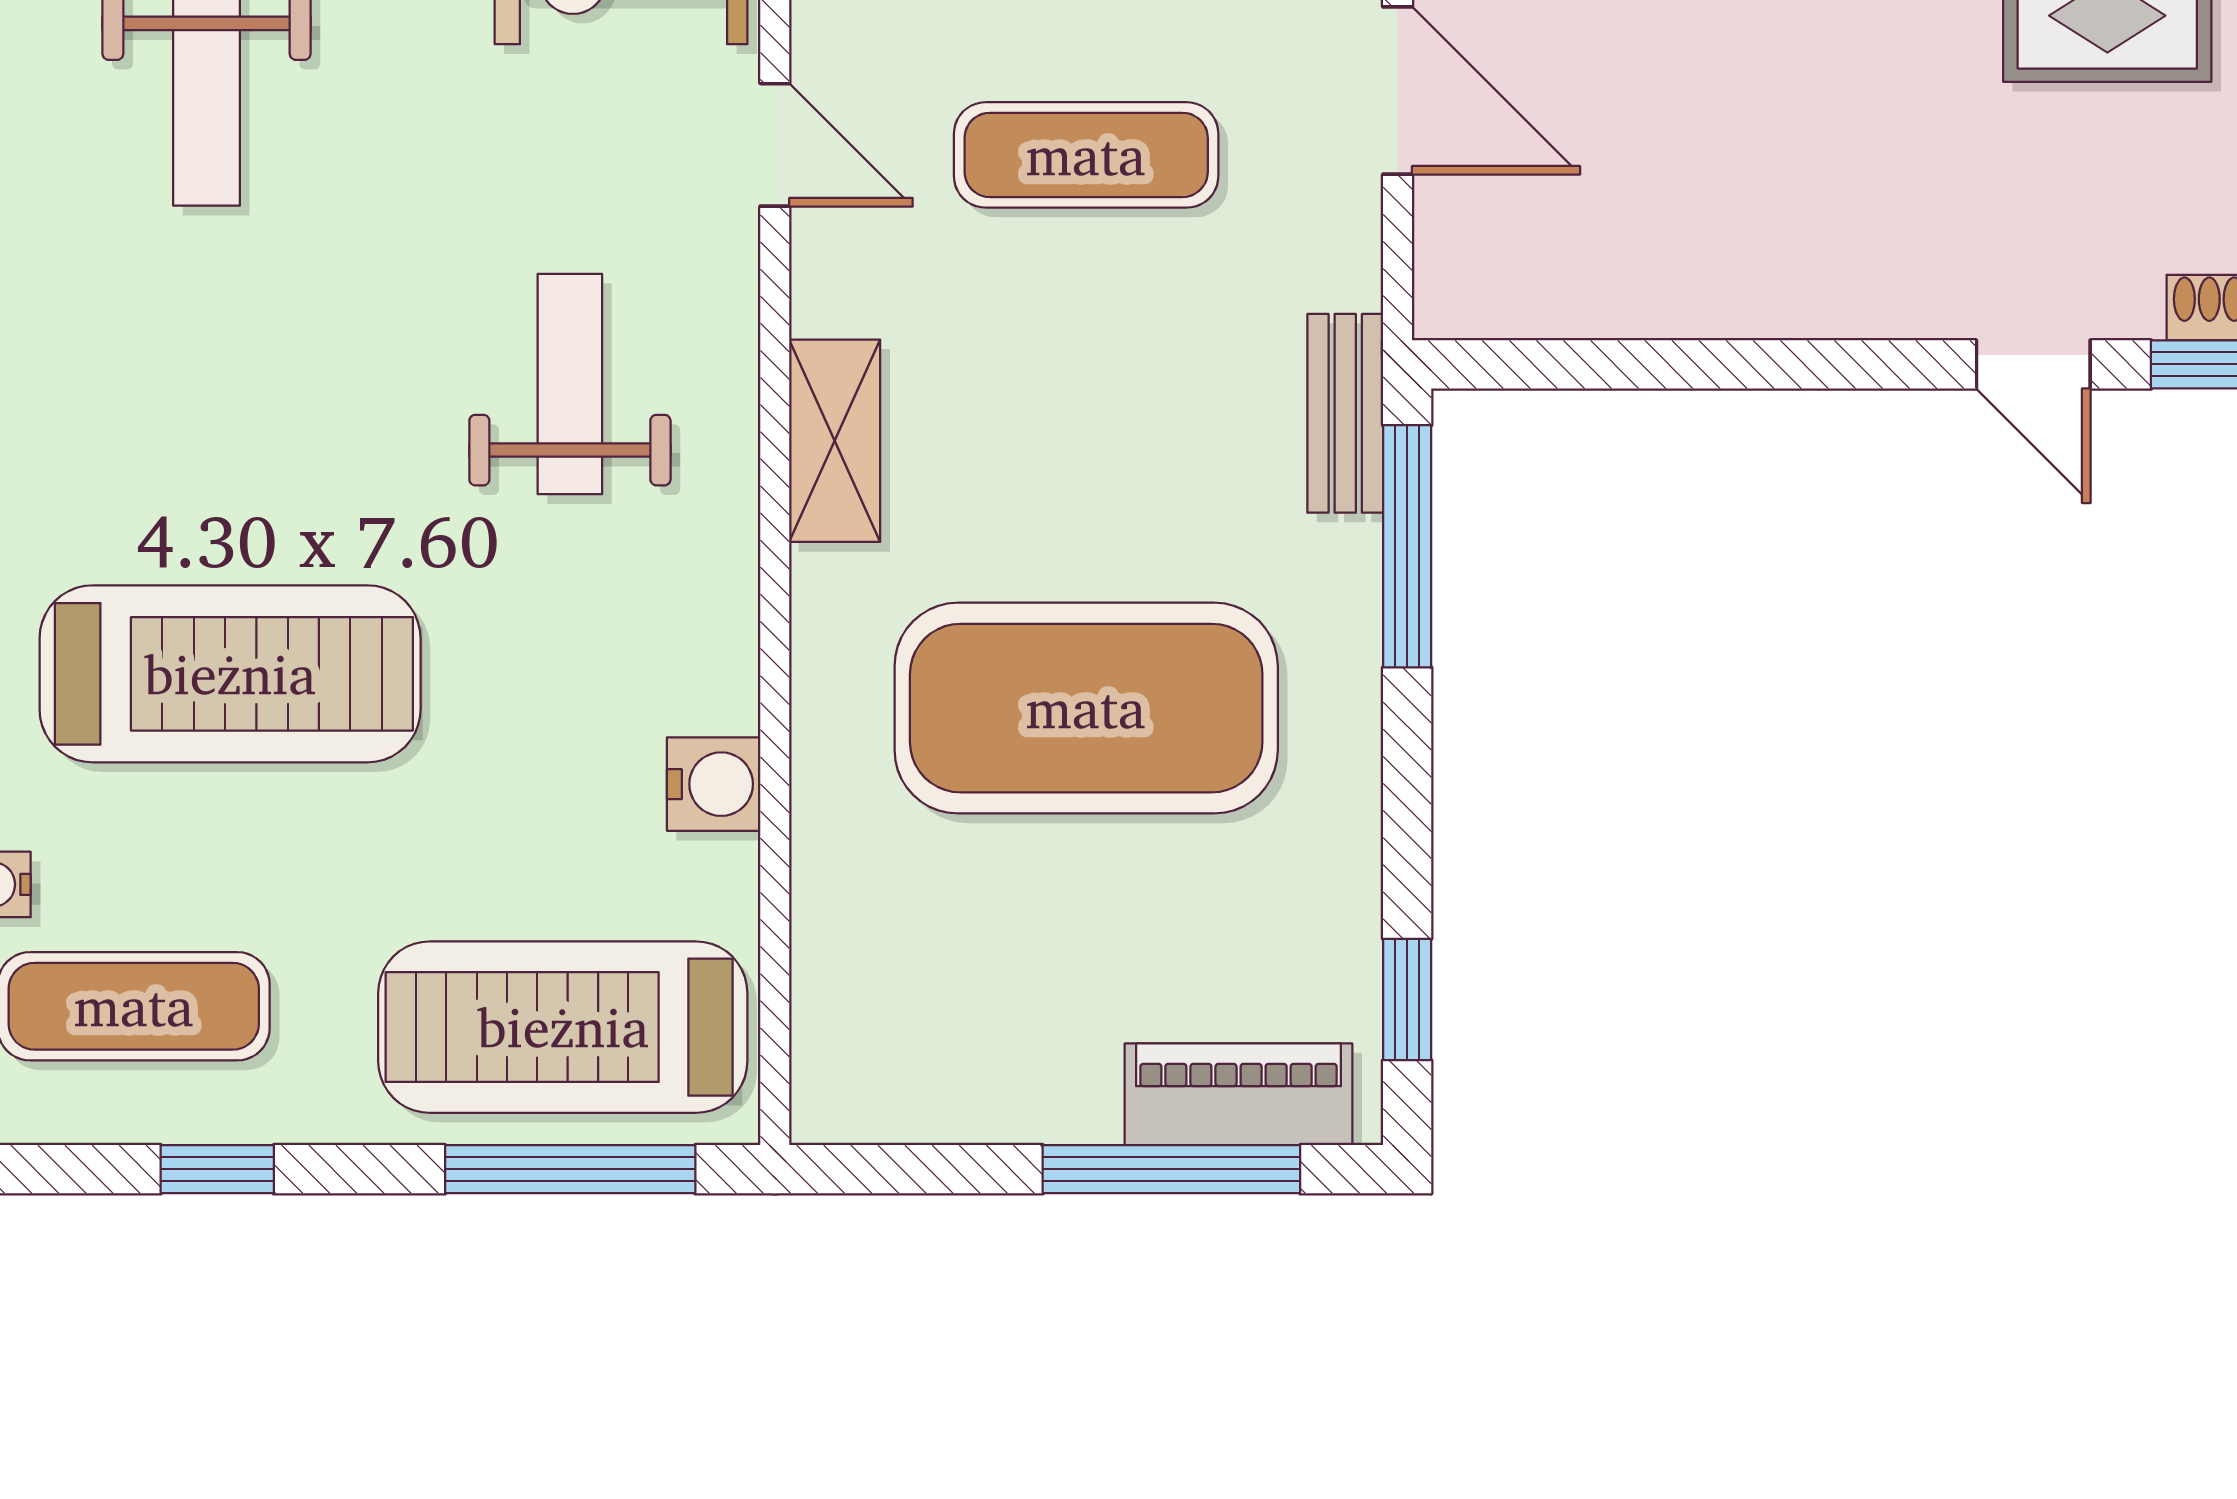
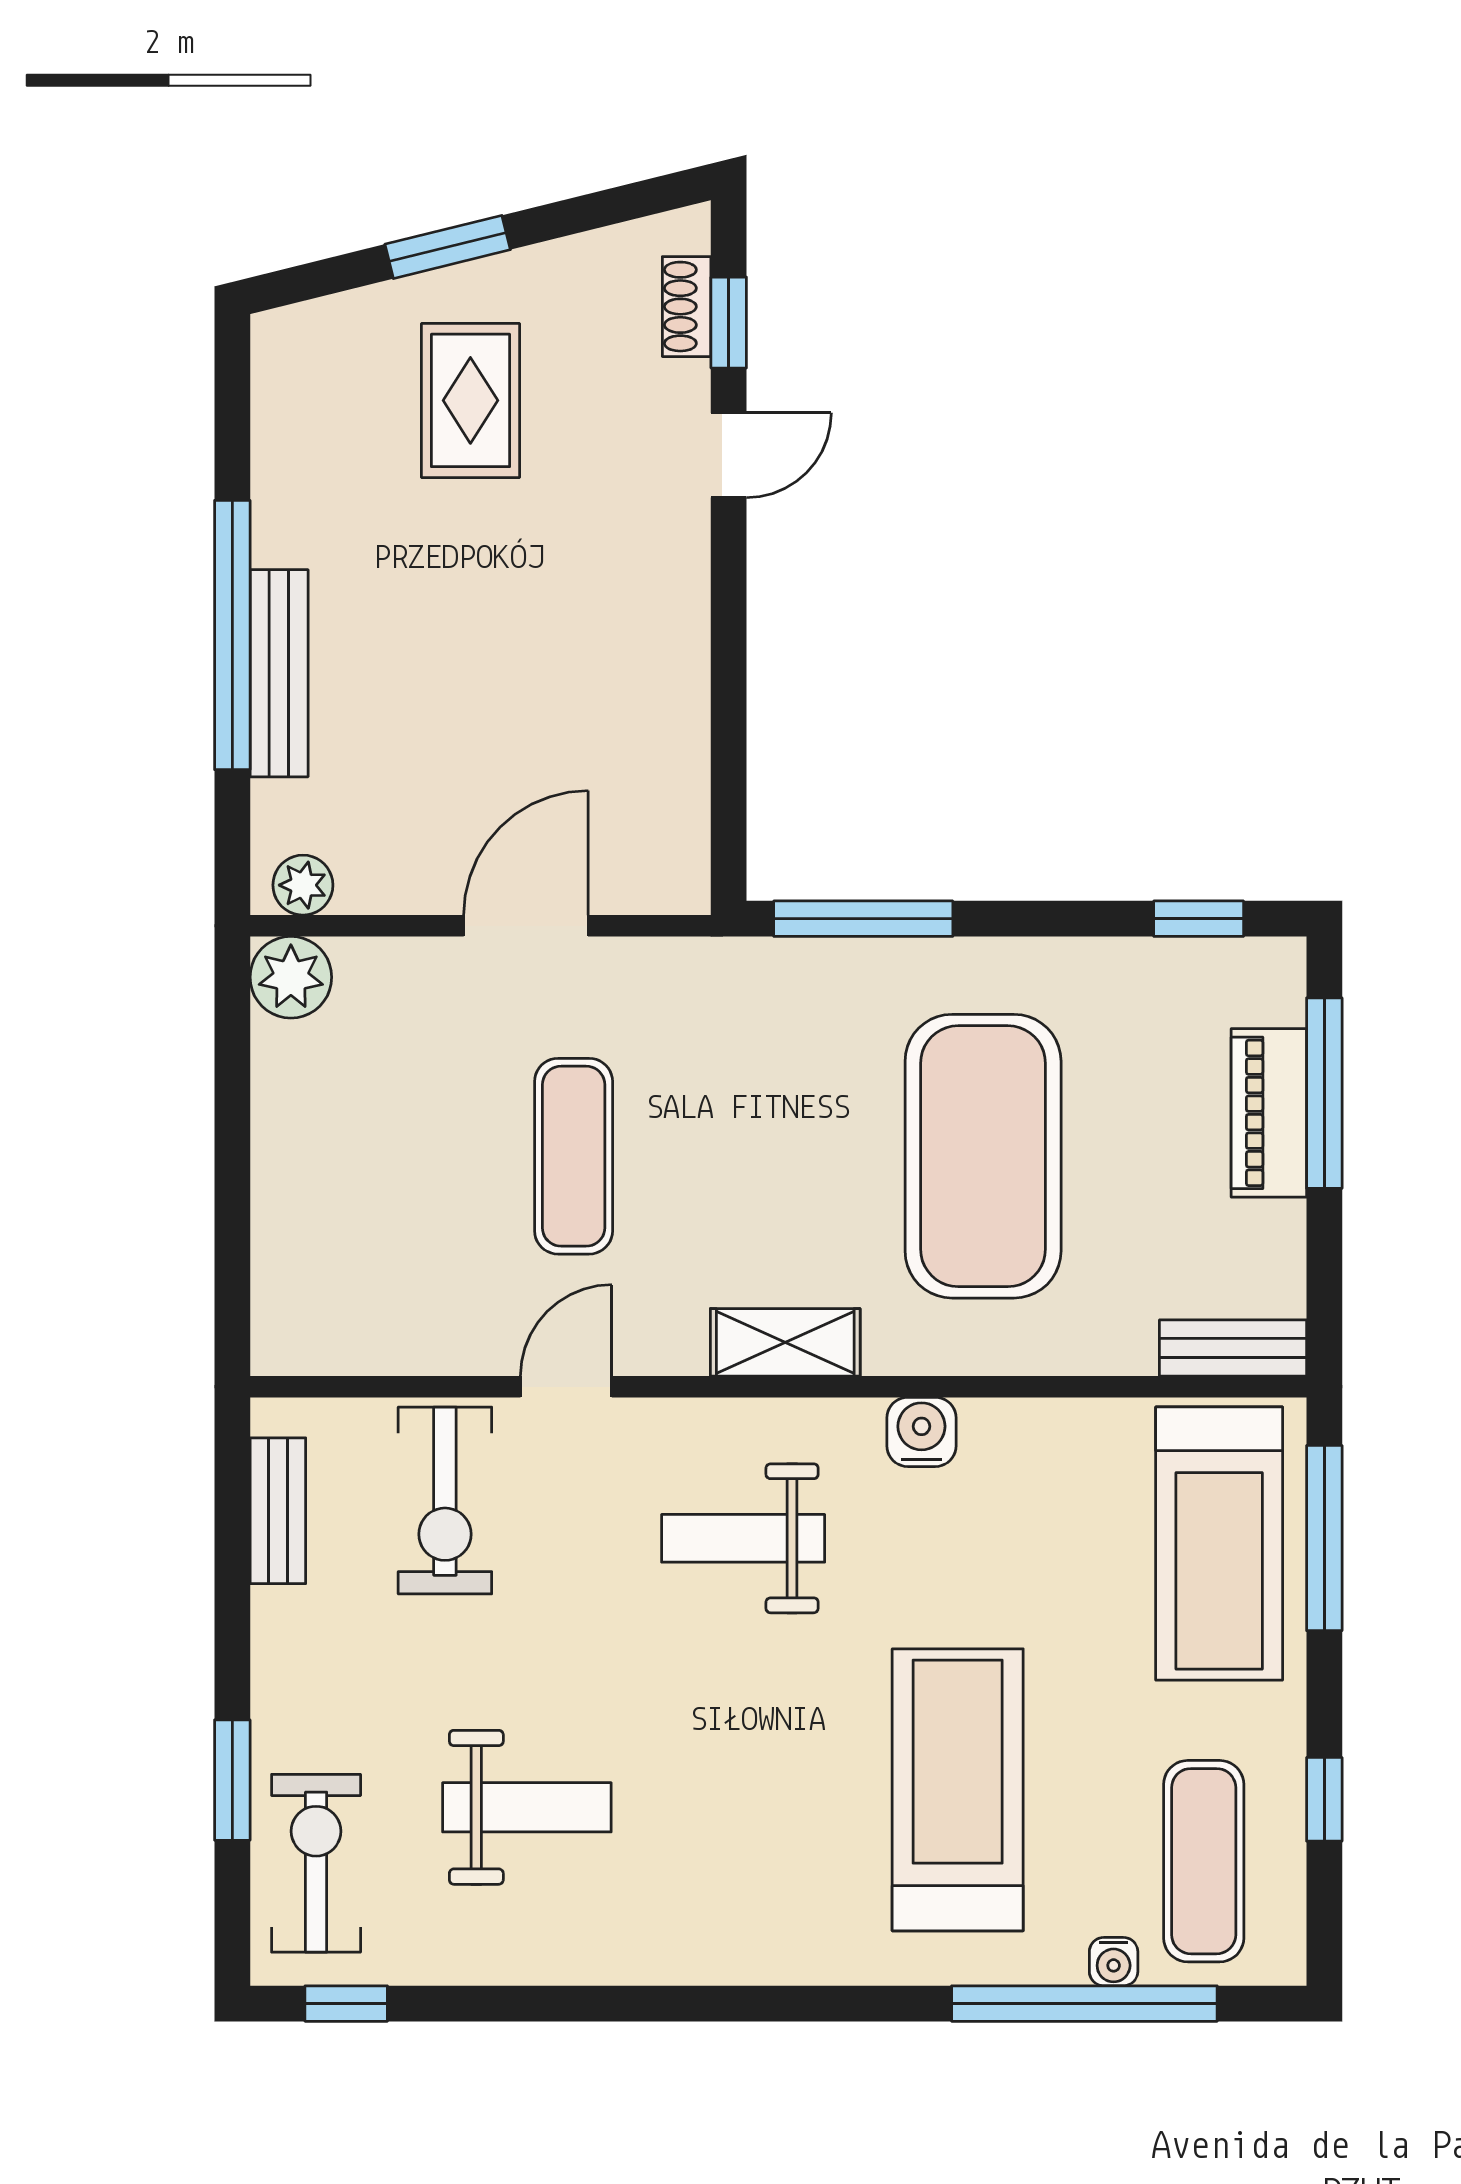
bench: (1345, 413) -> (1233, 1348), moved
water cooler: (714, 784) -> (921, 1432), moved
piano: (1239, 1094) -> (1269, 1113), moved

